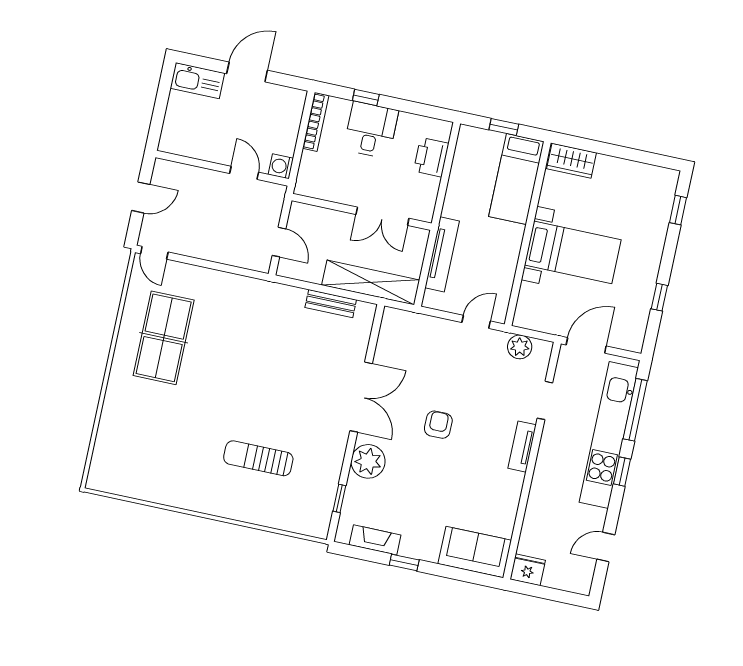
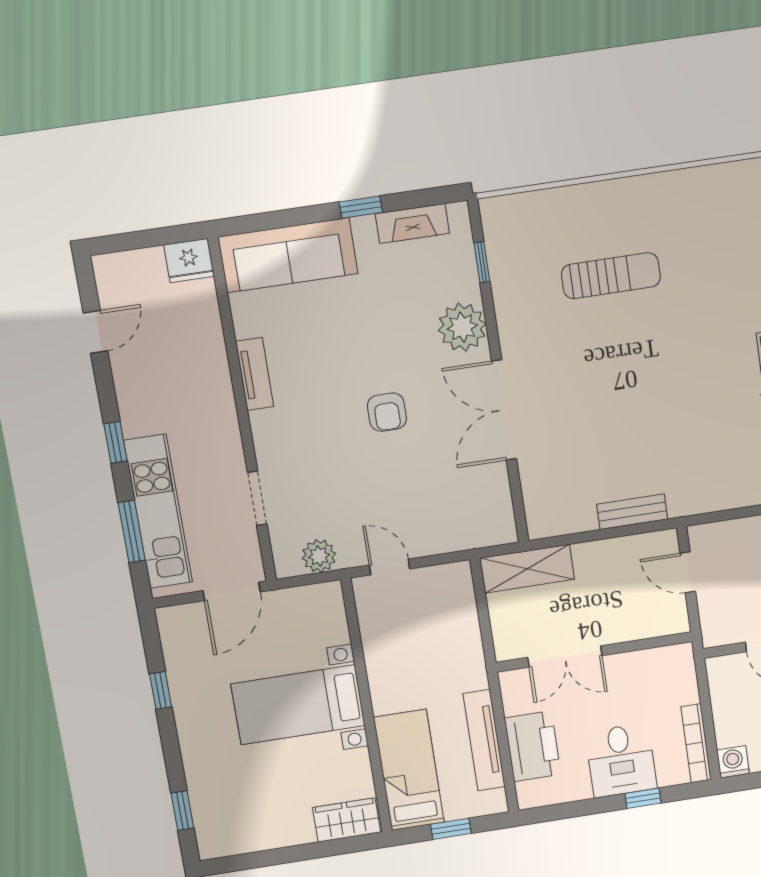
printer: (431, 157) -> (533, 746), width x1.37, depth x1.19
washing machine: (281, 166) -> (733, 762), moved, turned -90
double door: (382, 216) -> (565, 657), swing flipped
tv unit: (442, 254) -> (484, 740), moved
shelving: (371, 283) -> (527, 569), width x0.68
bench: (331, 304) -> (632, 512), moved
door: (476, 322) -> (390, 567), swing flipped
window: (635, 410) -> (132, 531), width x0.69
kitchen unit: (609, 435) -> (158, 511), width x0.73
tv unit: (522, 447) -> (255, 374), moved
sofa: (475, 552) -> (288, 255), width x1.36

